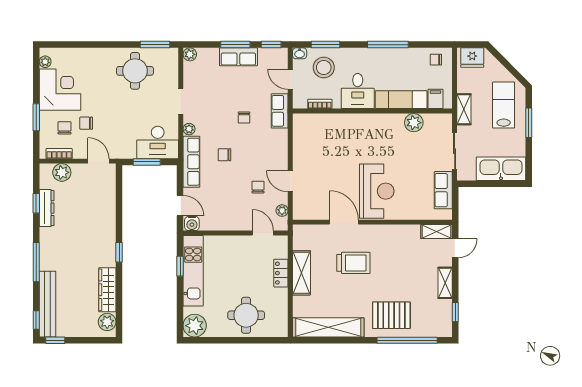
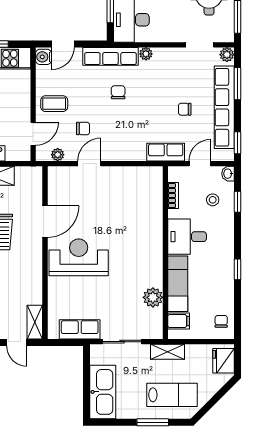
window: (235, 45) -> (237, 84), moved
window: (326, 45) -> (237, 202), width x0.67
window: (388, 45) -> (237, 269), width x0.46
row of seats: (238, 57) -> (224, 107), width x2.02
stool: (324, 68) -> (213, 200), width x0.53, depth x0.53
doorway: (181, 102) -> (200, 45), moved
chair: (244, 117) -> (185, 109), moved
reception desk: (377, 191) -> (79, 257), turned 180
coffee table: (235, 214) -> (54, 104), added

